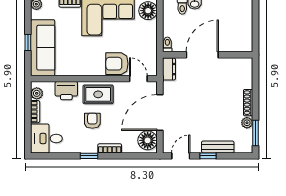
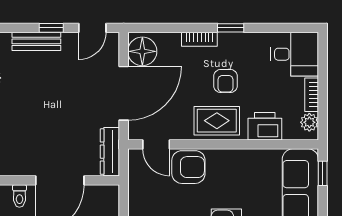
window: (28, 42) -> (323, 173), moved
toilet: (167, 44) -> (19, 196), moved
dresser: (169, 69) -> (110, 152), width x1.44

